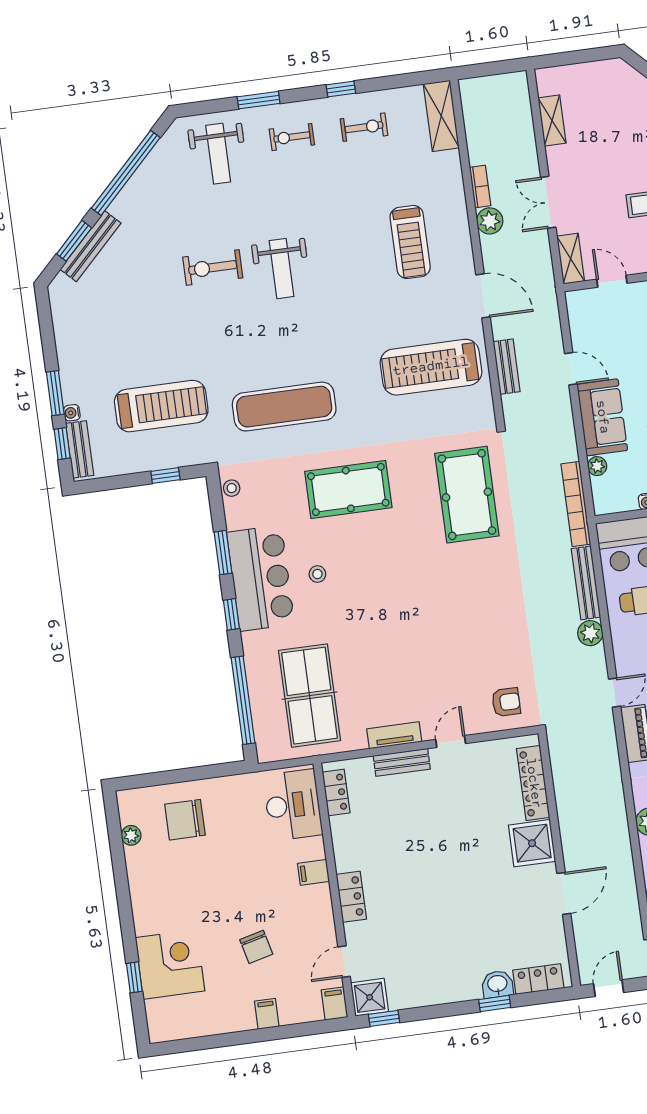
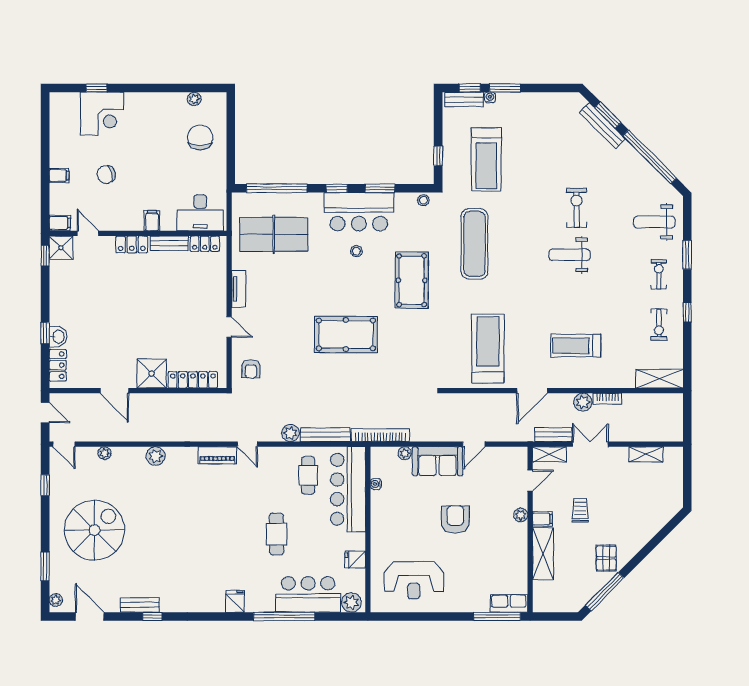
bench: (506, 367) -> (553, 435), moved
pool table: (467, 495) -> (346, 334), moved
bench: (402, 762) -> (169, 243), moved, turned 90

